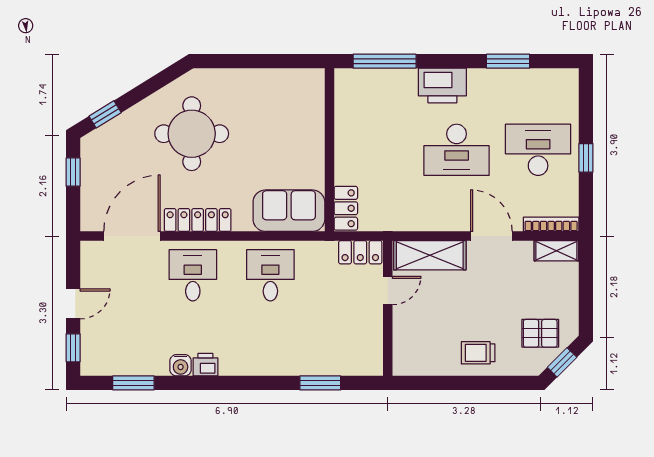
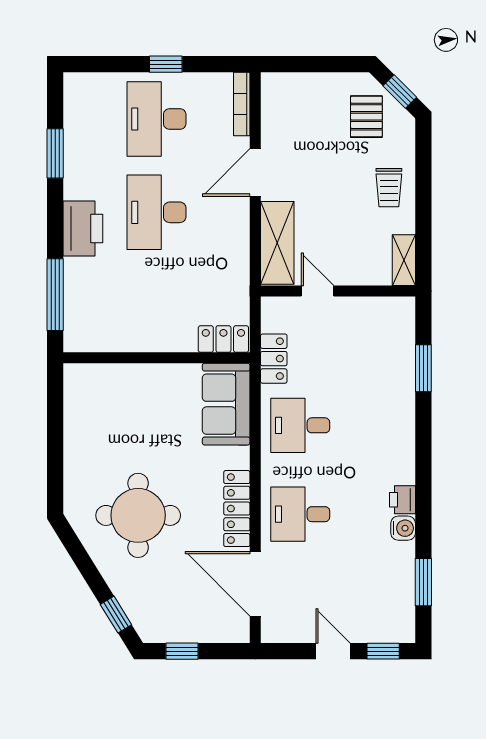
desk: (457, 150) -> (156, 212), turned 180
shelving: (556, 251) -> (404, 260), moved
locker: (360, 252) -> (274, 359), moved

